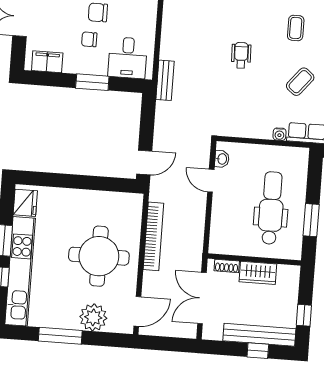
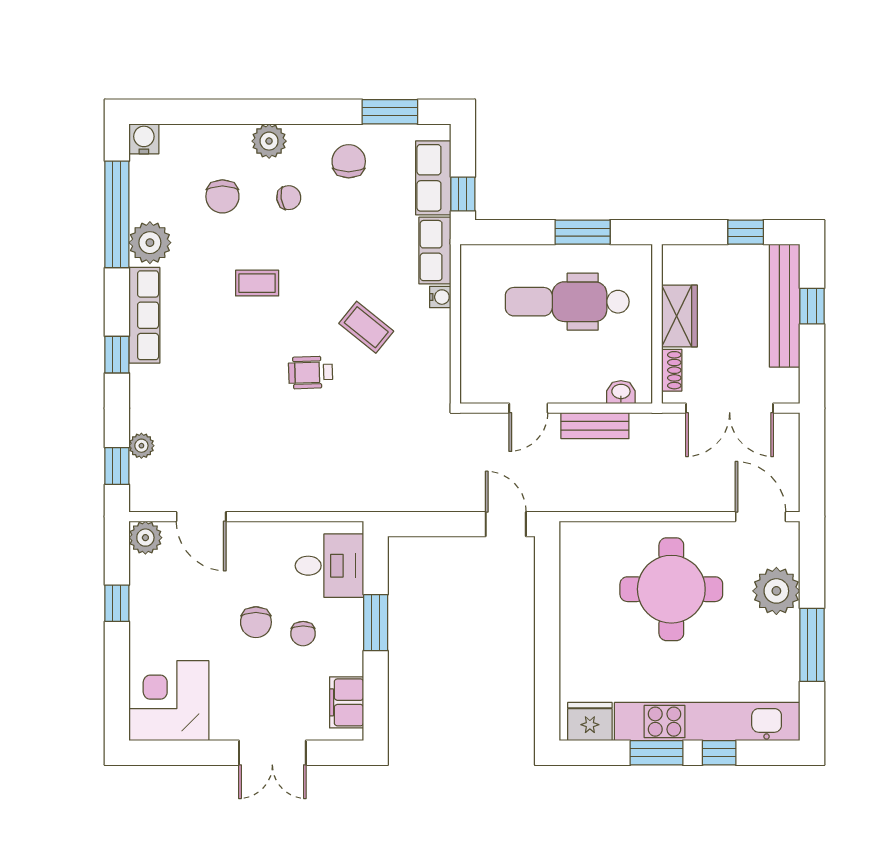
bench: (165, 80) -> (595, 426), moved
coffee table: (300, 82) -> (366, 327), moved
washbasin: (222, 159) -> (621, 392), moved
bookcase: (153, 236) -> (631, 499), removed

